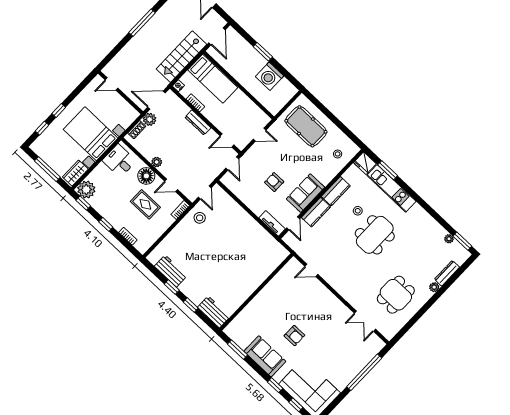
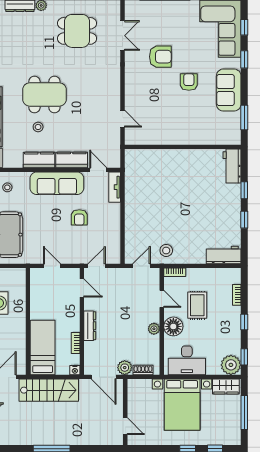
desk: (119, 161) -> (187, 360), width x1.37
sofa: (306, 193) -> (57, 183), width x1.36
door: (293, 223) -> (98, 170), hinge flipped
workbench: (171, 271) -> (224, 255), moved, turned 90
armchair: (328, 333) -> (160, 57), added

